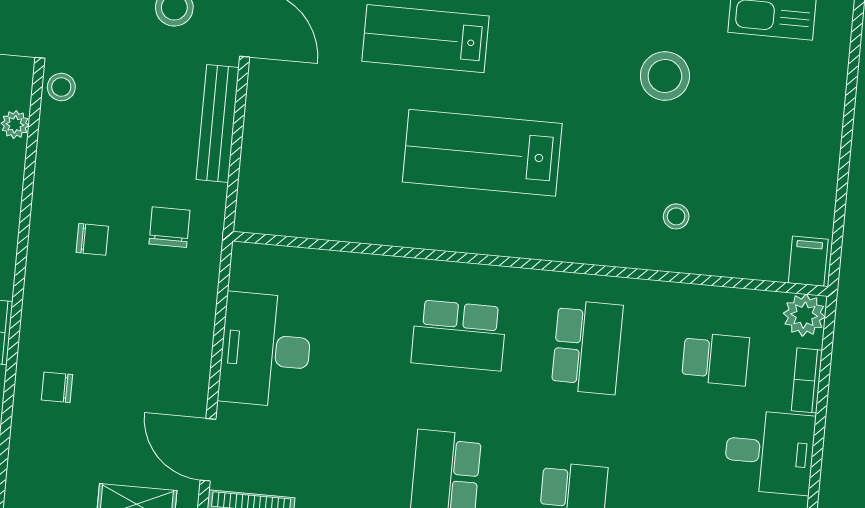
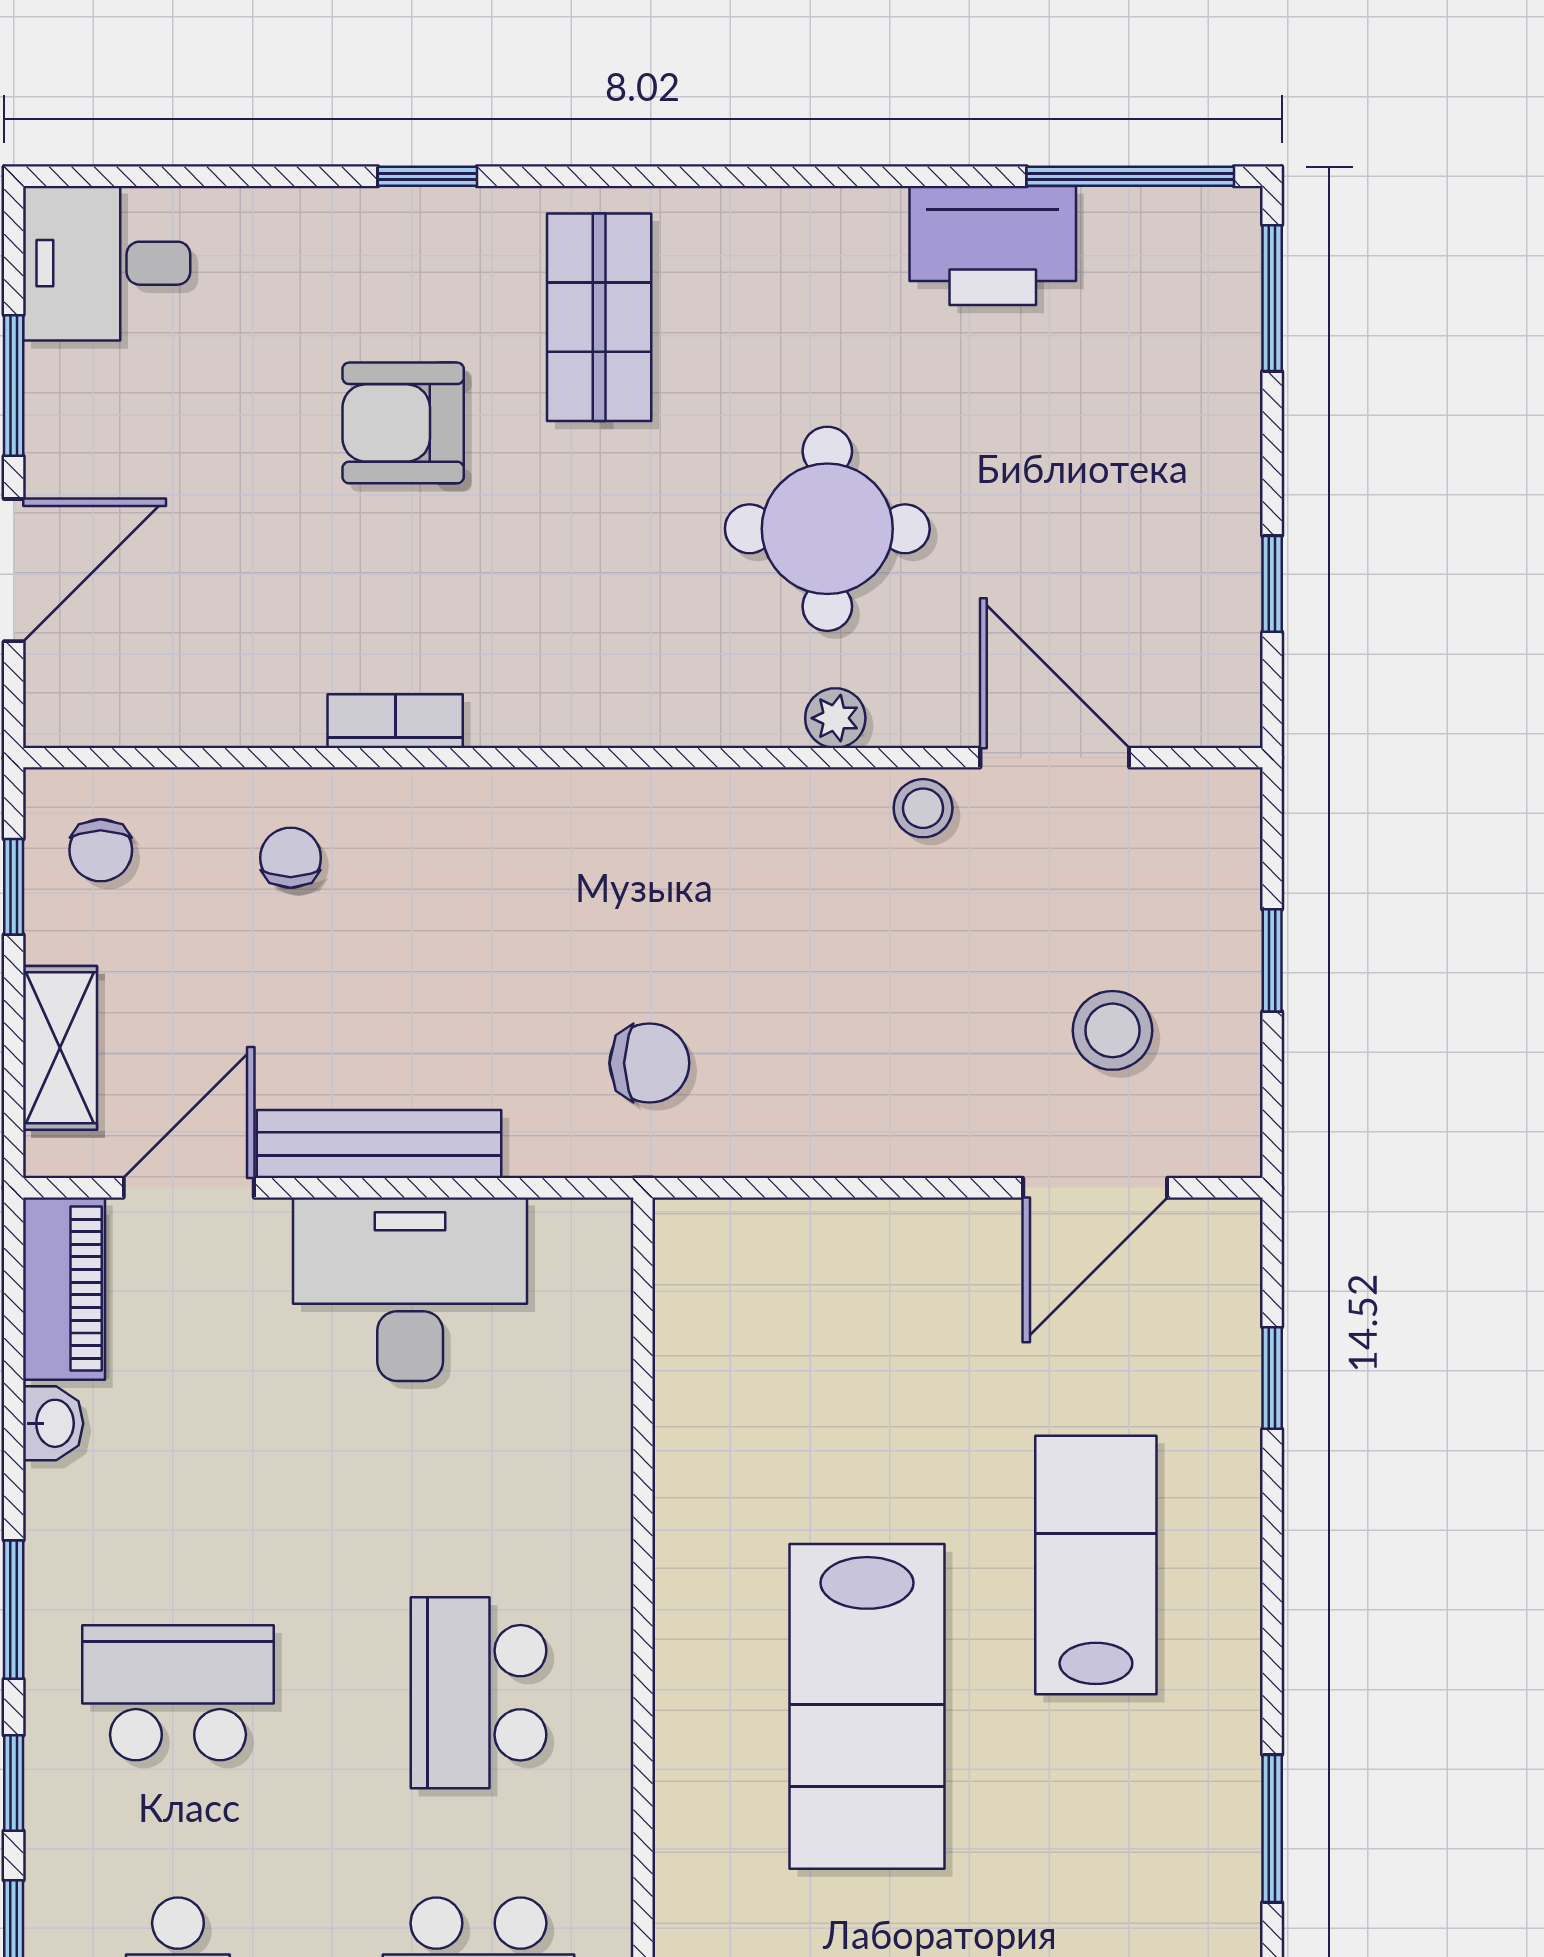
bench: (218, 124) -> (379, 1144), moved
lab bench: (482, 153) -> (867, 1706), turned 180
chair: (92, 239) -> (101, 850), moved

